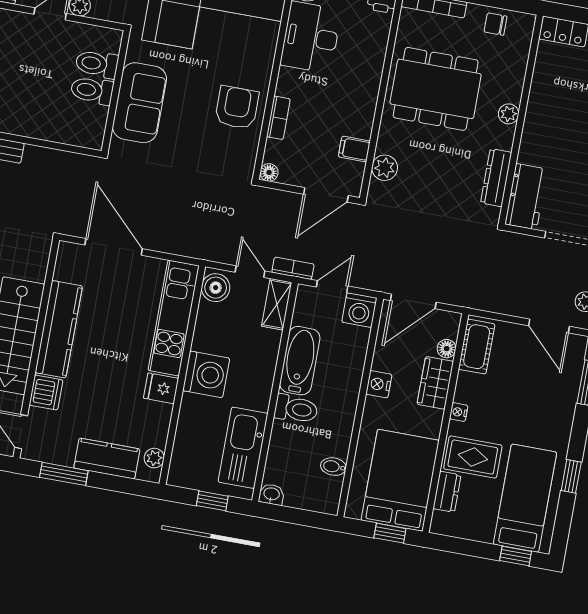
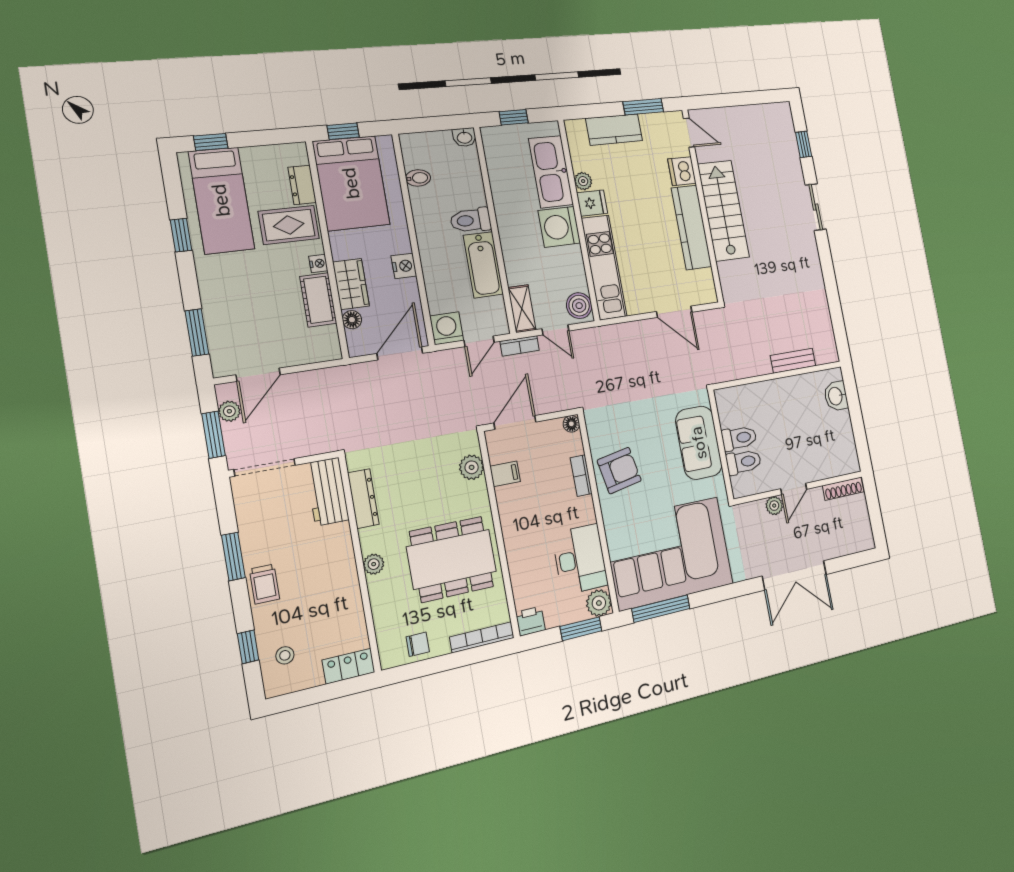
armchair: (237, 108) -> (619, 471), turned -101
door: (114, 247) -> (674, 312), width x0.73
door: (549, 326) -> (258, 375), swing flipped
cot: (477, 347) -> (318, 300), moved
kitchen sink: (243, 448) -> (551, 172), moved, turned 180
plant: (154, 458) -> (583, 181), moved

